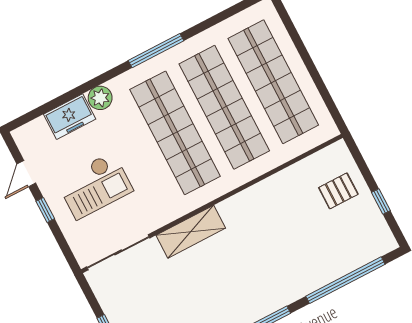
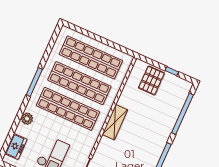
freezer: (70, 117) -> (16, 146), moved
pallet: (338, 191) -> (151, 80), width x1.50, depth x1.42
shelving: (191, 232) -> (115, 122), moved

